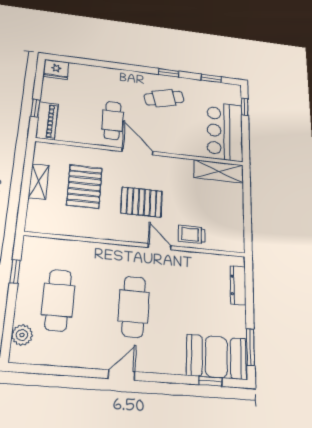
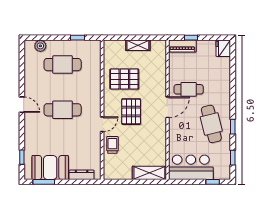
cafe table: (164, 98) -> (211, 124), width x1.37, depth x1.35
shelving: (219, 171) -> (149, 173), moved, turned 90
pallet: (84, 187) -> (124, 79), moved
booth: (216, 357) -> (50, 168), moved, turned 90

